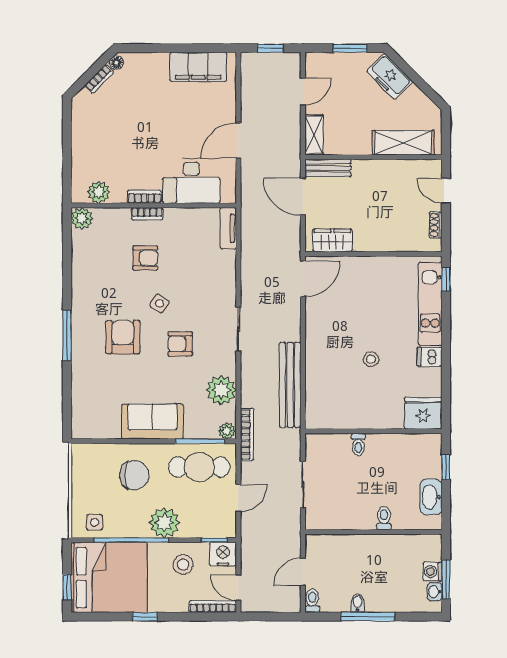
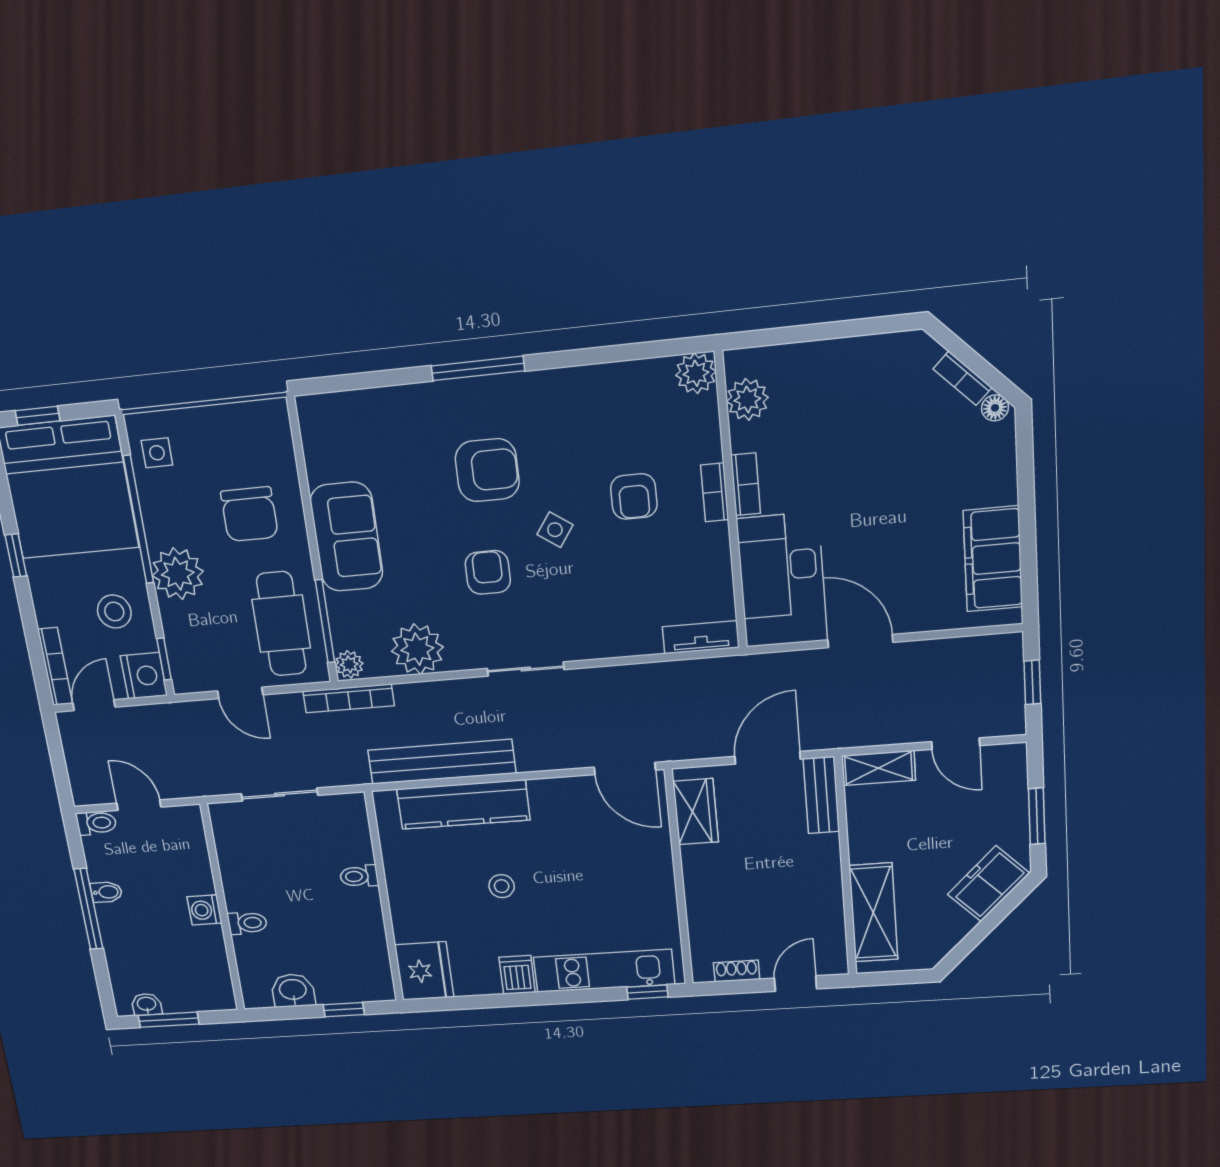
kitchen counter: (318, 376) -> (463, 804), added
washbasin: (431, 497) -> (293, 990), width x0.72
washing machine: (432, 572) -> (205, 910), moved, turned -90

